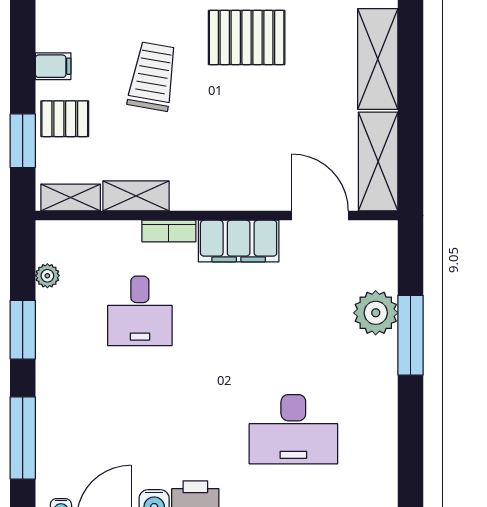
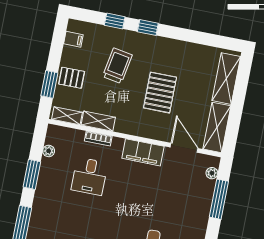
pallet: (247, 37) -> (160, 93), moved, turned 90
filing cabinet: (53, 66) -> (73, 39), moved
bookcase: (169, 231) -> (98, 139), moved
plant: (376, 313) -> (212, 173), moved, width x0.53, depth x0.53
window: (411, 335) -> (219, 199), moved

